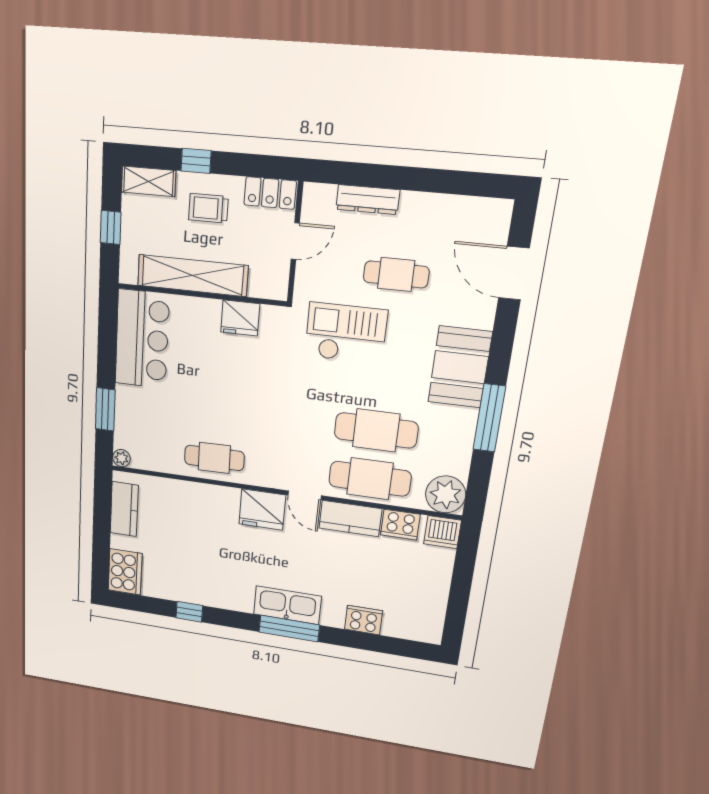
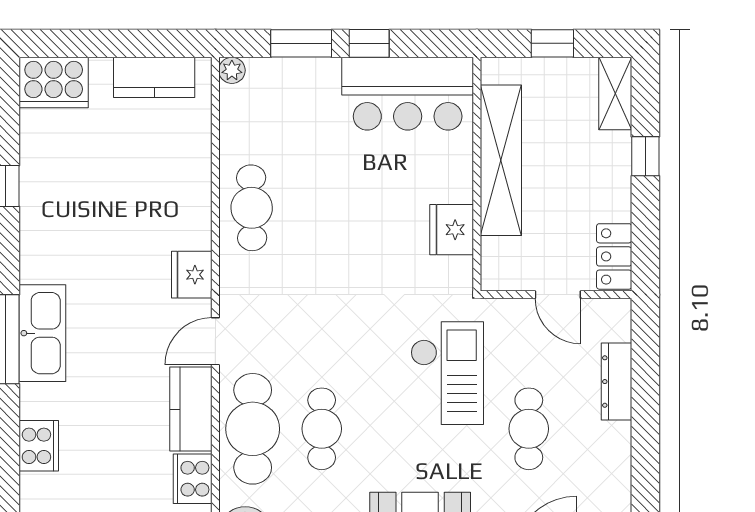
trolley: (208, 208) -> (589, 176), removed
window: (107, 362) -> (369, 43), added
cafe table: (376, 430) -> (322, 429), width x0.73, depth x0.74
fridge: (262, 510) -> (192, 275), width x0.73, depth x0.75

